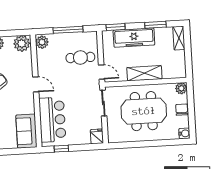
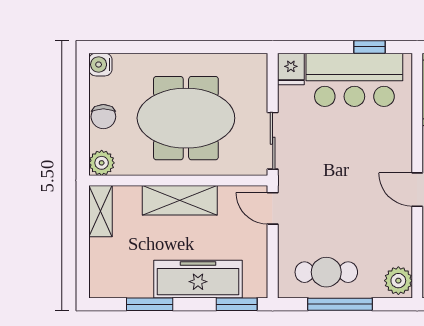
shelving: (179, 38) -> (100, 211), moved
cafe table: (80, 58) -> (326, 272), moved
bar counter: (52, 120) -> (354, 80), moved, turned -90

